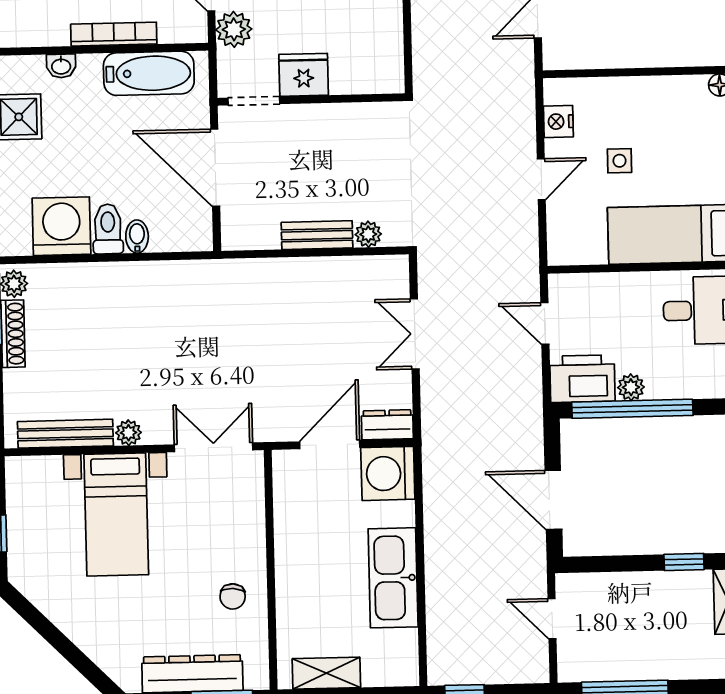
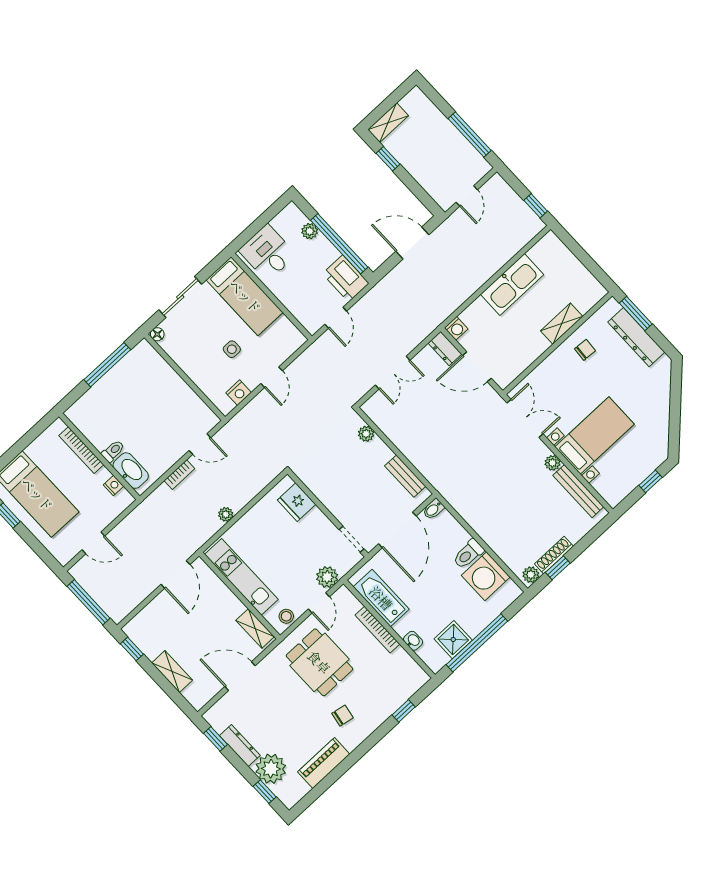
fridge: (304, 75) -> (297, 502), moved
door: (541, 179) -> (272, 377), swing flipped
bench: (317, 235) -> (405, 476), moved
bidet: (137, 236) -> (433, 509), moved
plant: (631, 387) -> (310, 231), moved
double door: (213, 447) -> (525, 418), swing flipped
washing machine: (388, 473) -> (456, 328), width x0.53, depth x0.53
door: (553, 500) -> (412, 243), swing flipped
shelving: (326, 673) -> (562, 324), moved, turned 90

